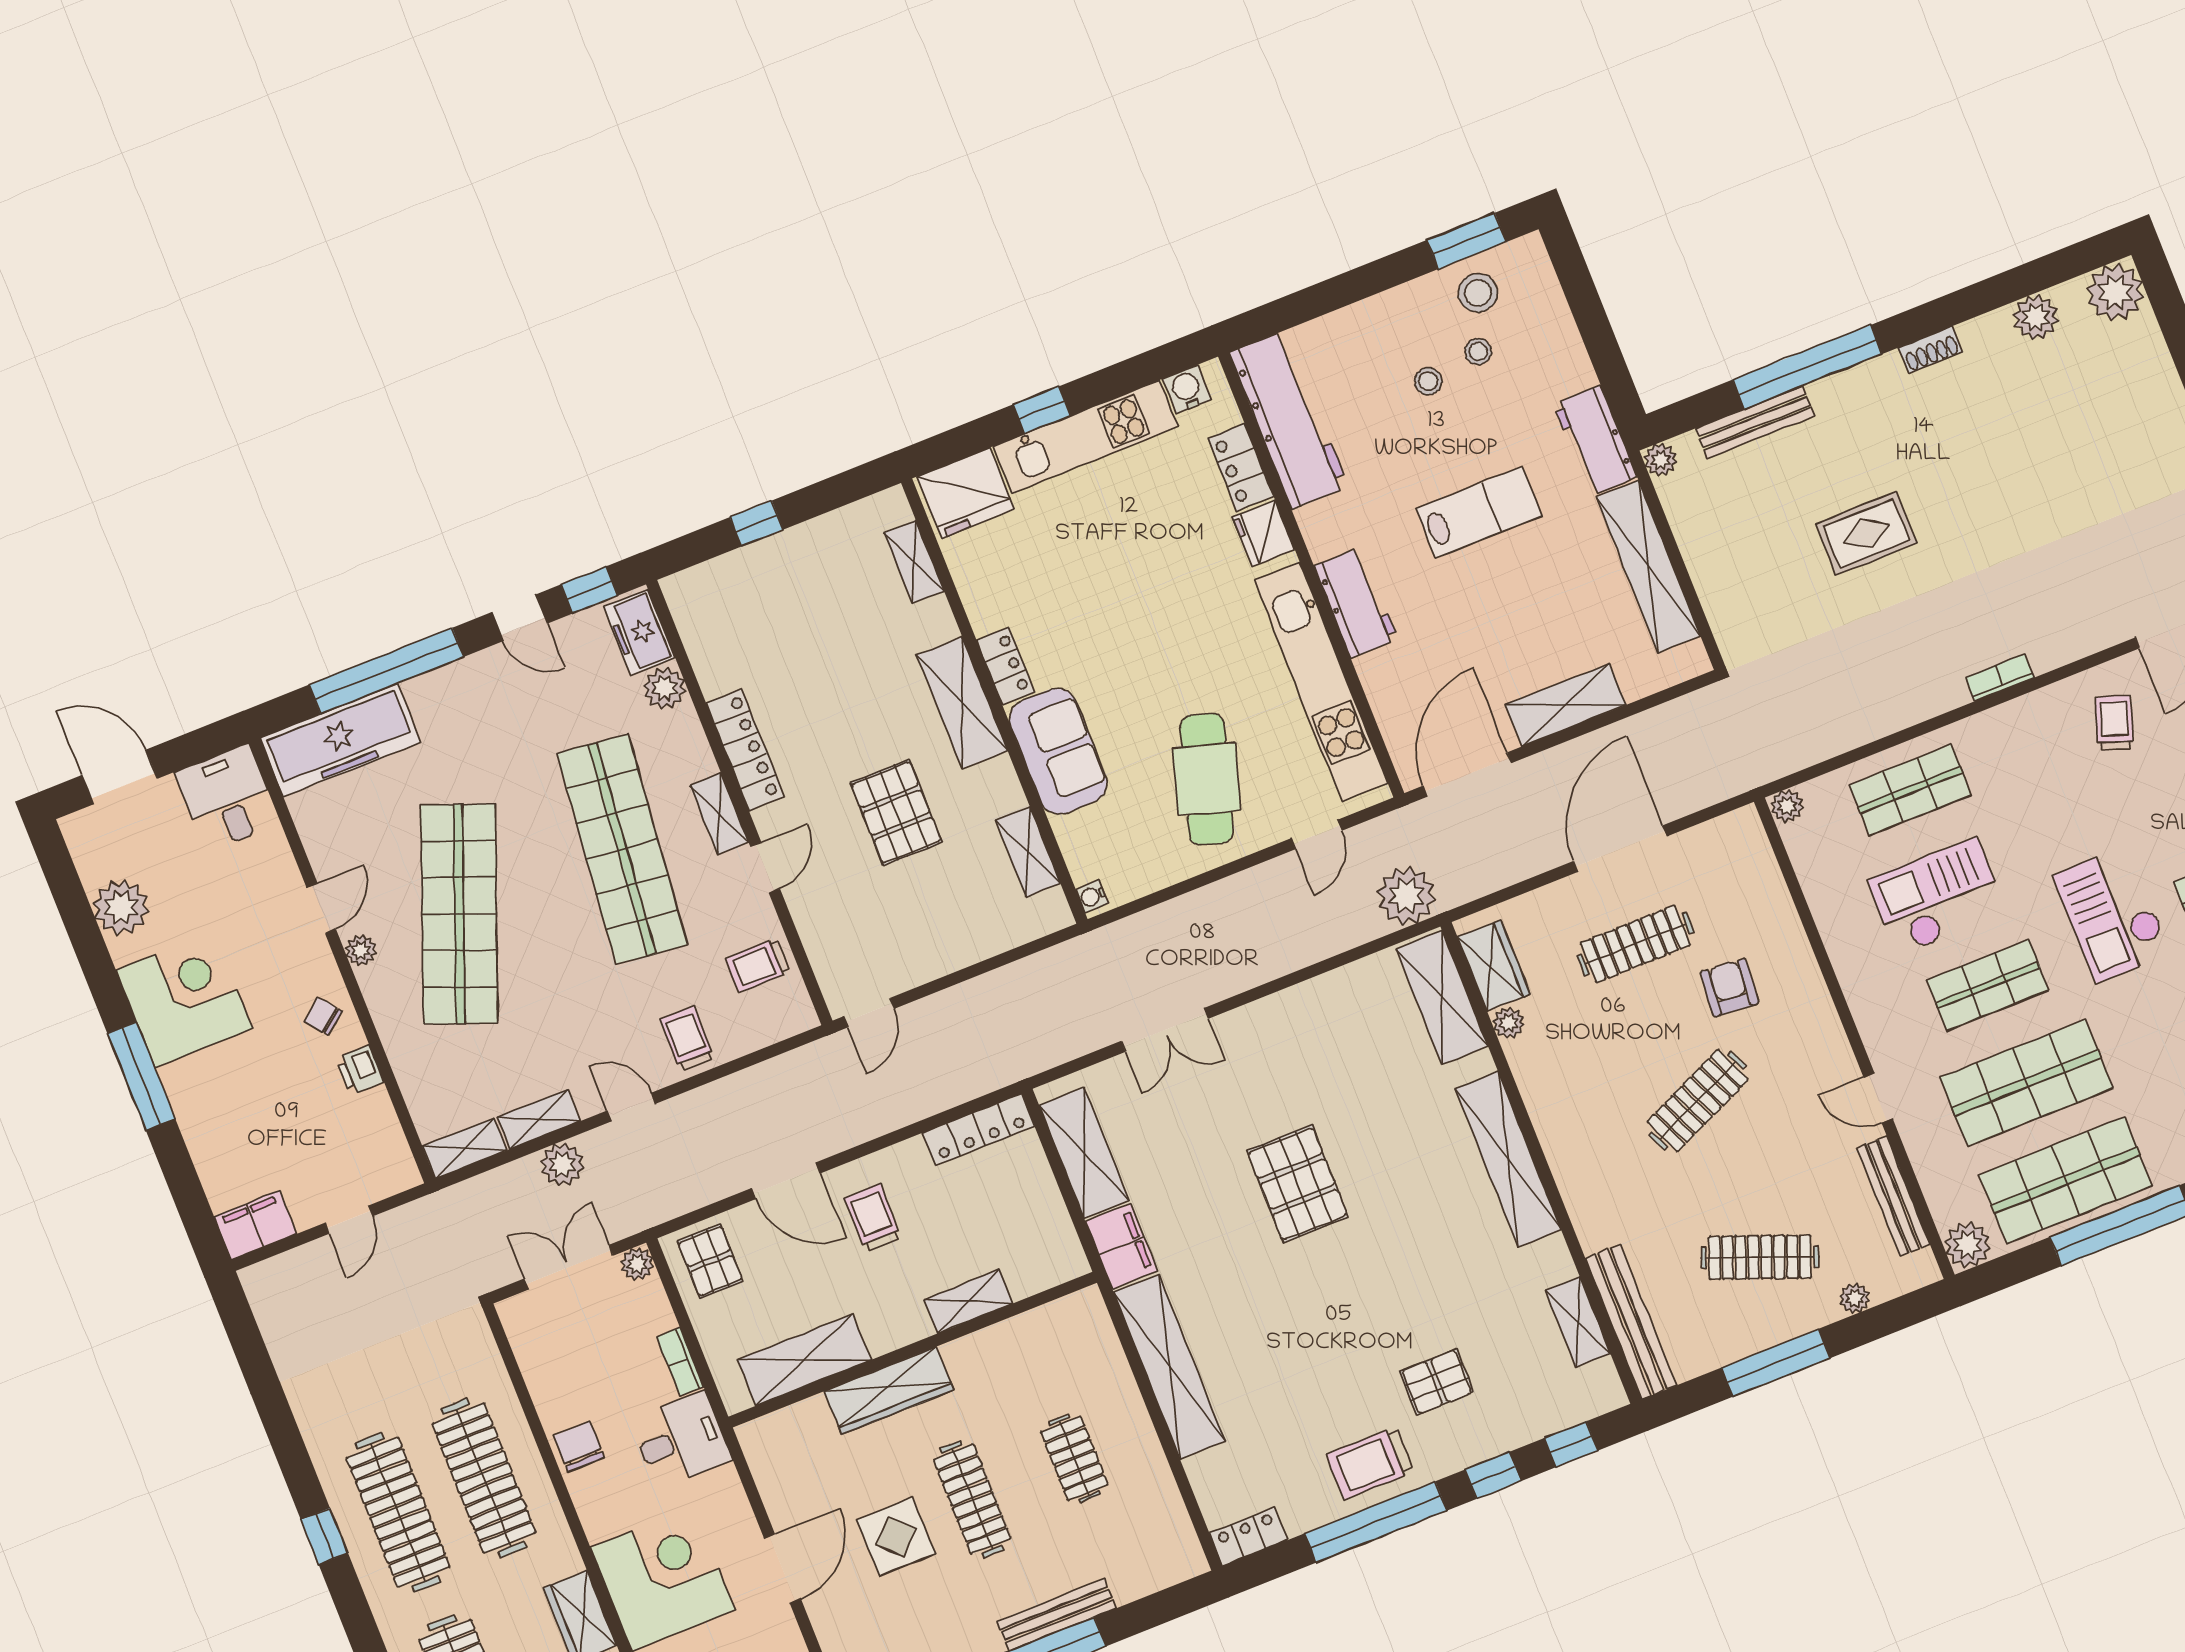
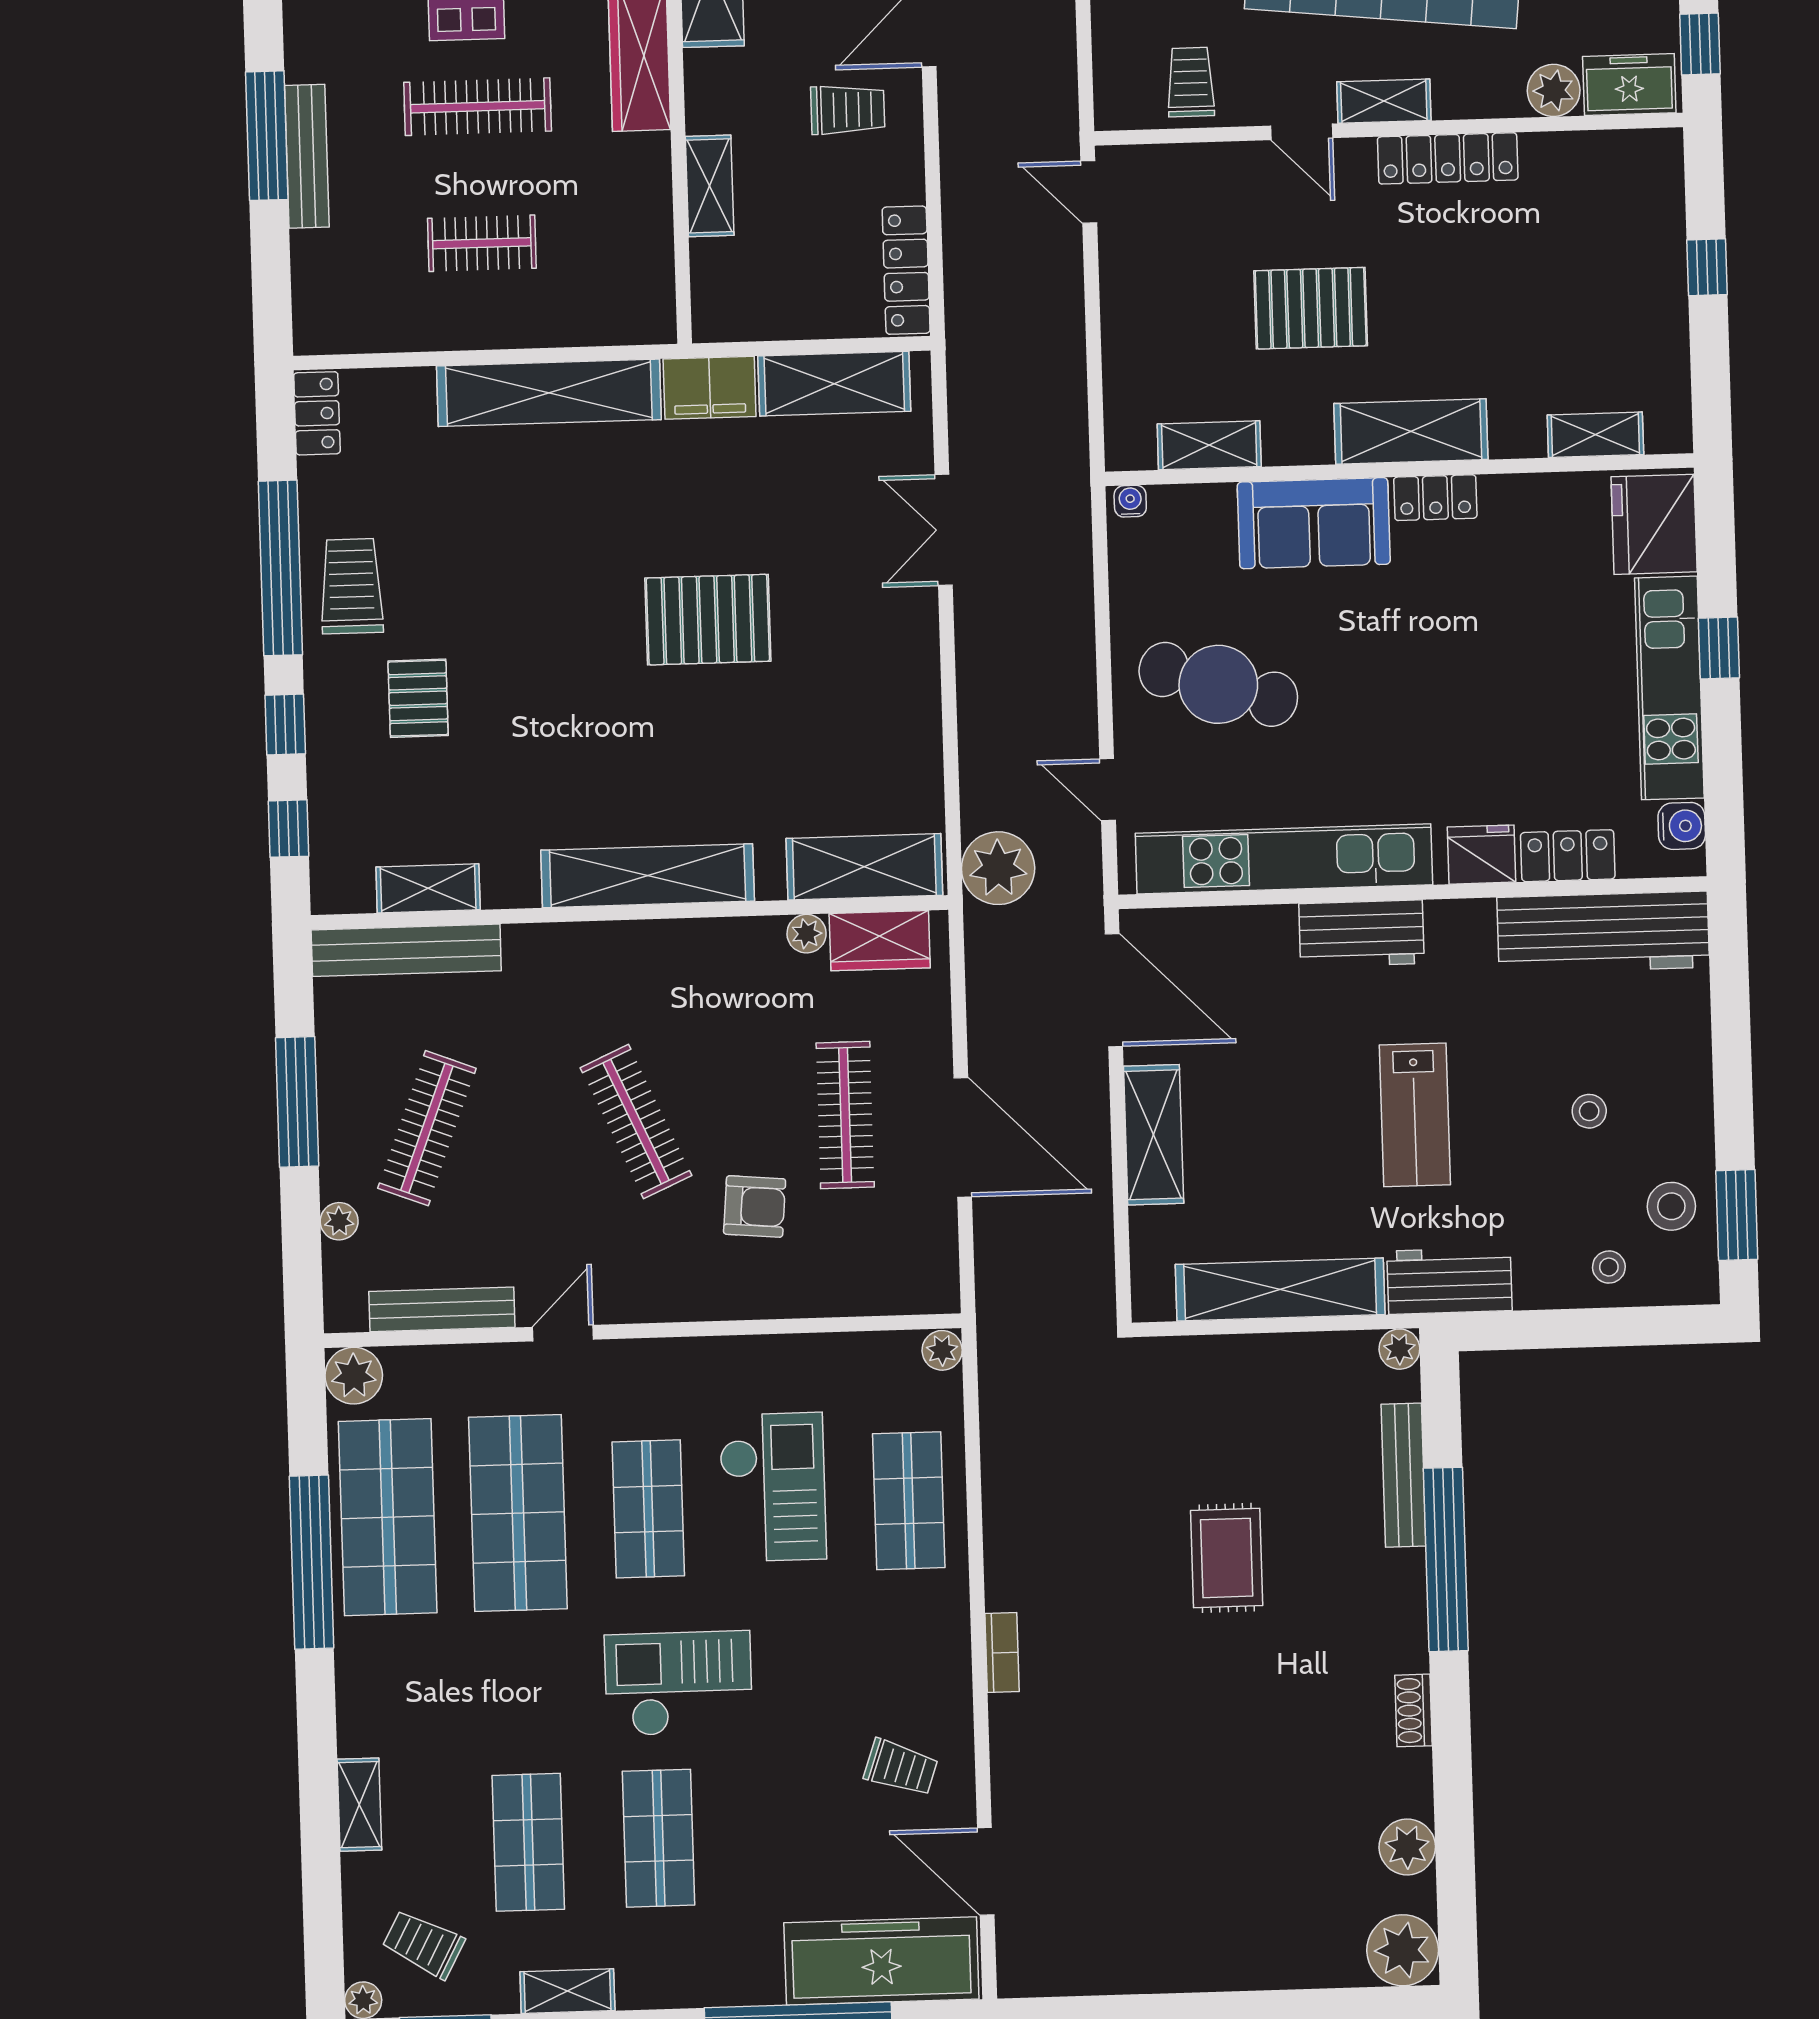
stool: (1478, 351) -> (1609, 1267), moved

